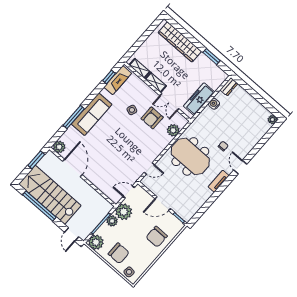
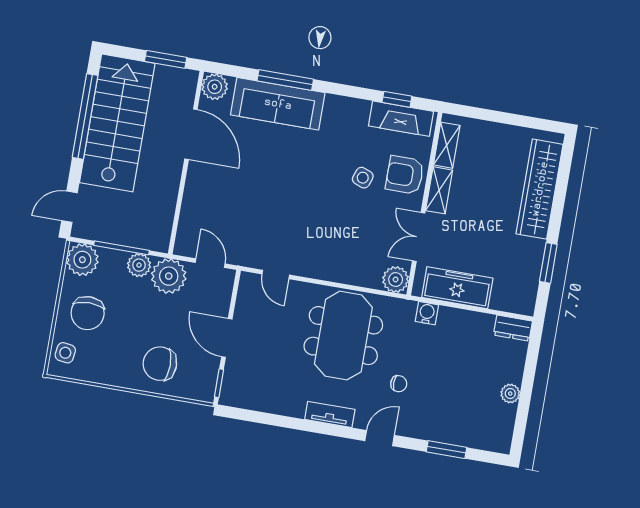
water cooler: (214, 104) -> (427, 313), moved
sofa: (92, 114) -> (278, 104), moved
armchair: (152, 118) -> (405, 175), moved
plant: (272, 120) -> (510, 393), moved
plant: (173, 130) -> (396, 280), moved
window: (261, 143) -> (447, 450), added
door: (72, 168) -> (191, 134), hinge flipped

